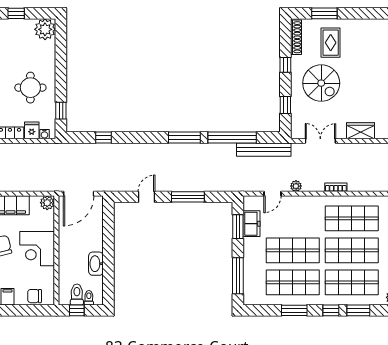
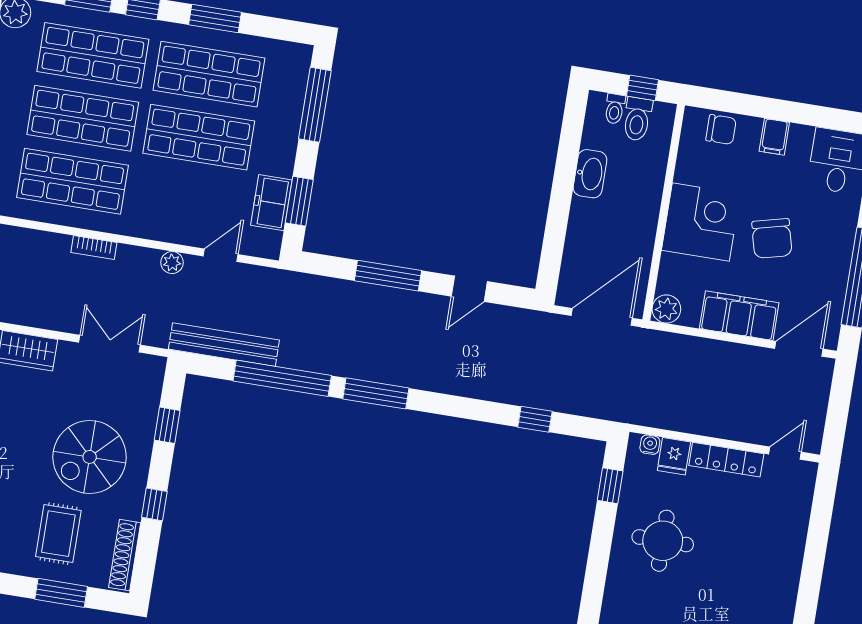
spiral stairs: (321, 83) -> (90, 457), turned -90
double door: (320, 141) -> (109, 344), swing flipped

